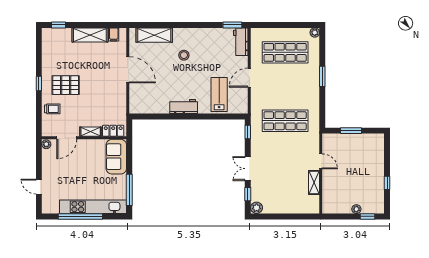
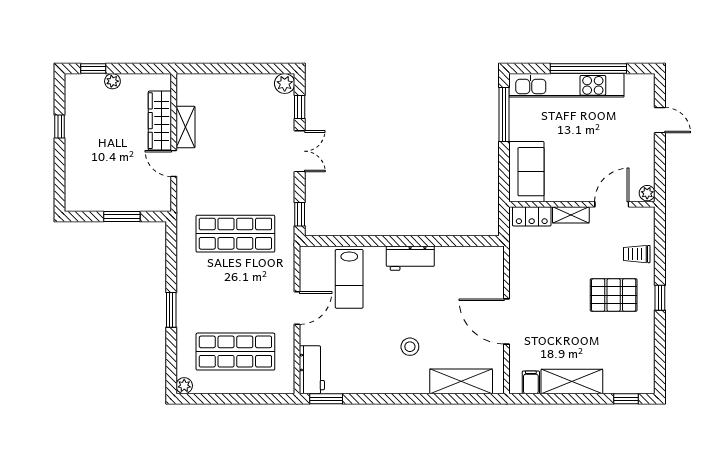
wardrobe: (329, 186) -> (160, 121), added

